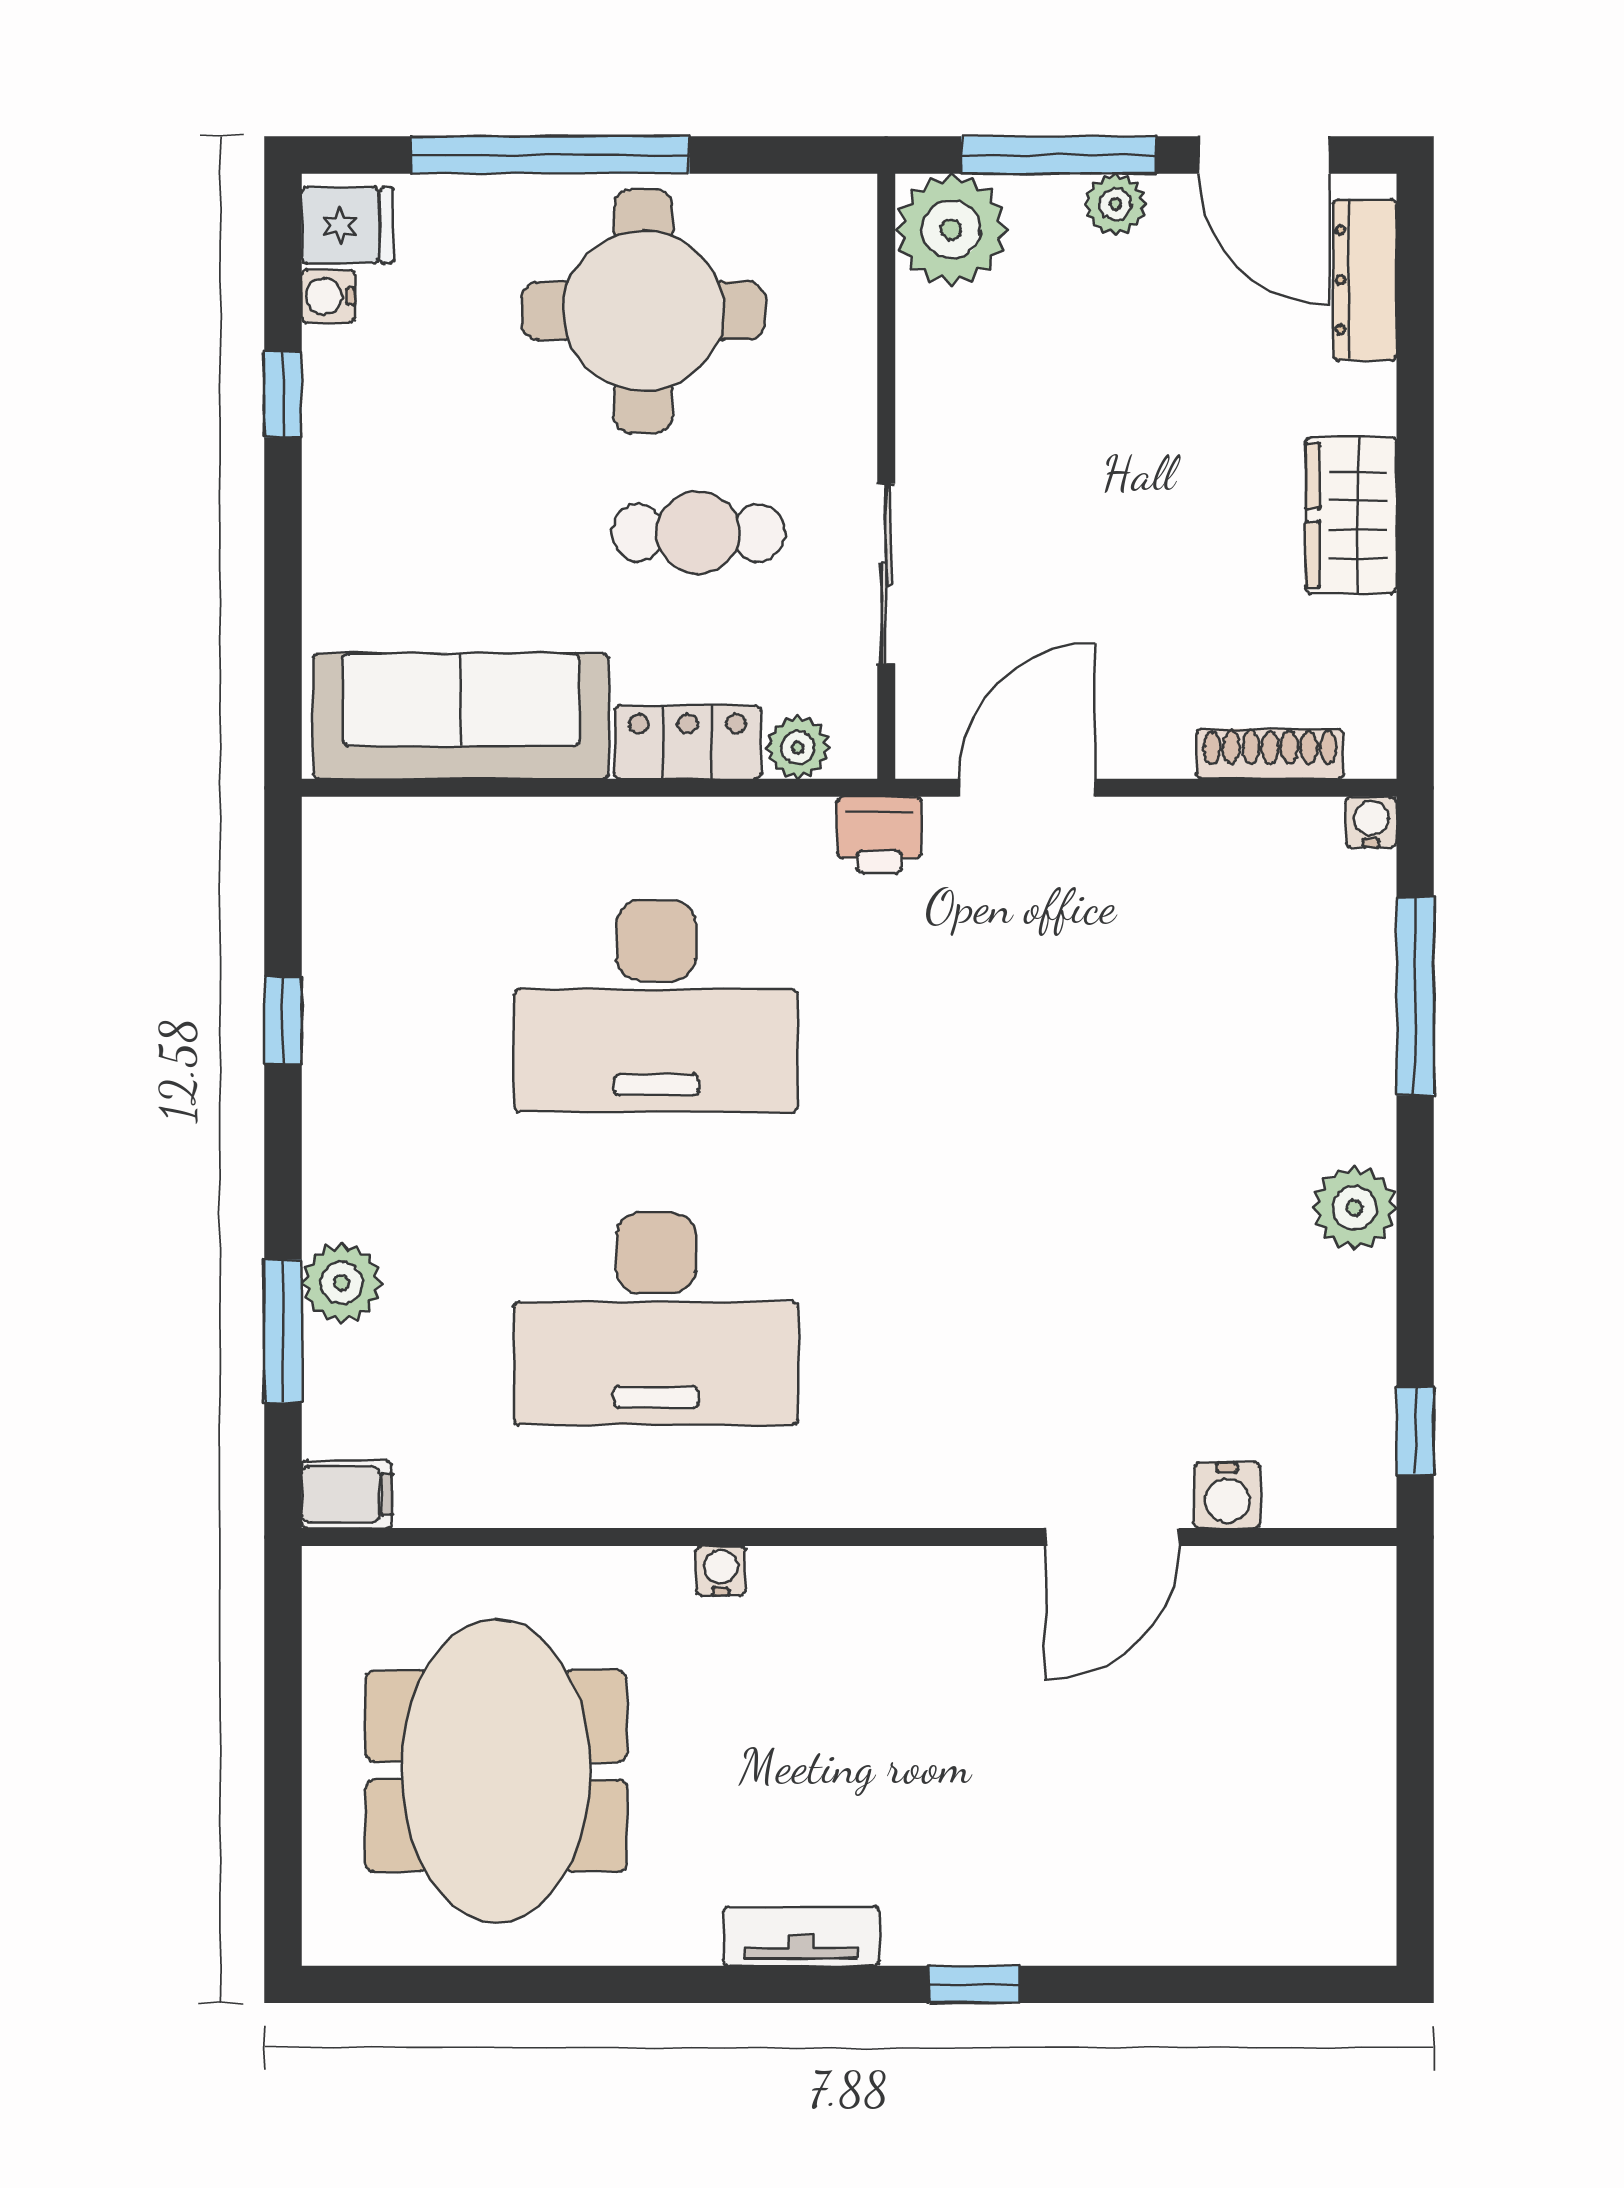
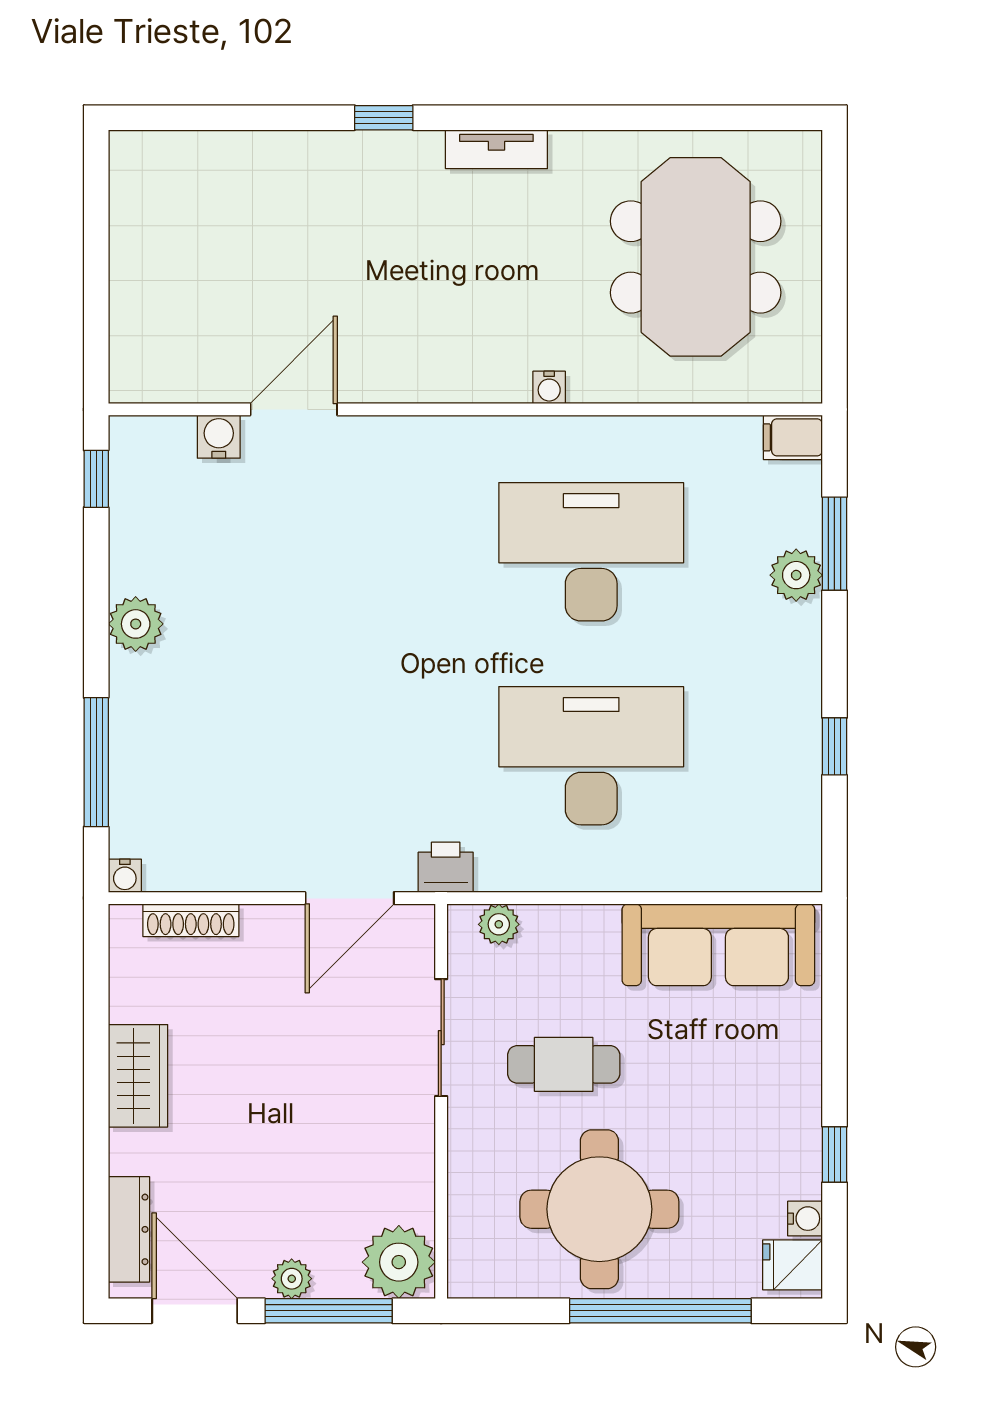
locker: (688, 742) -> (571, 928), removed

